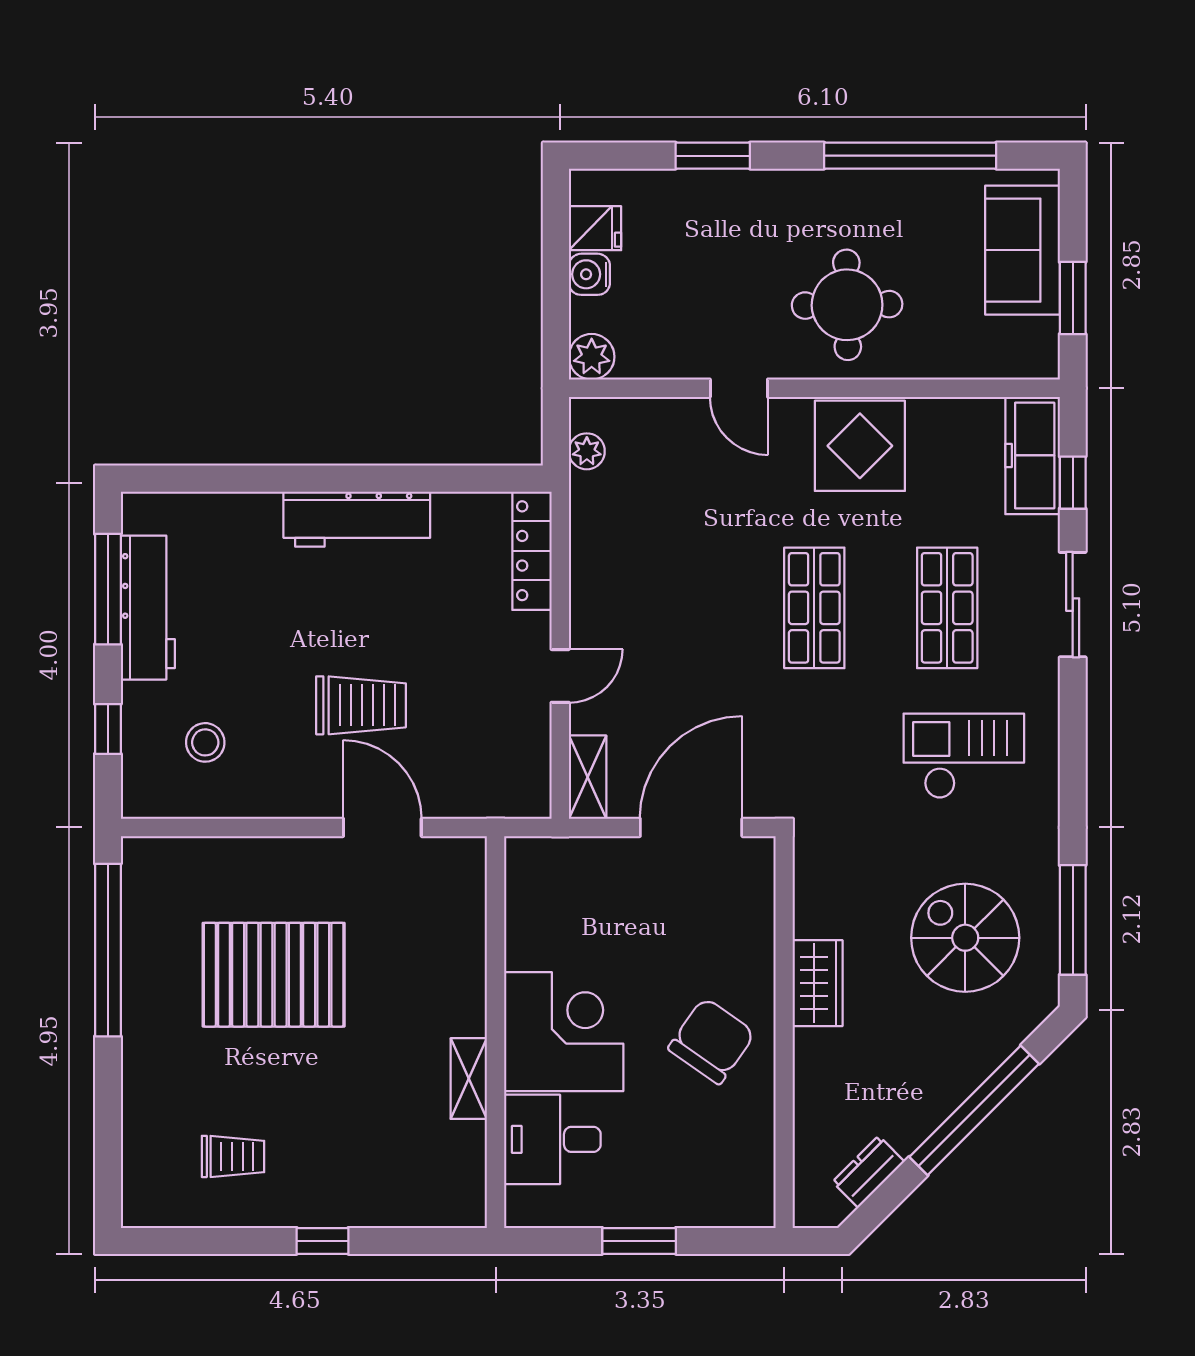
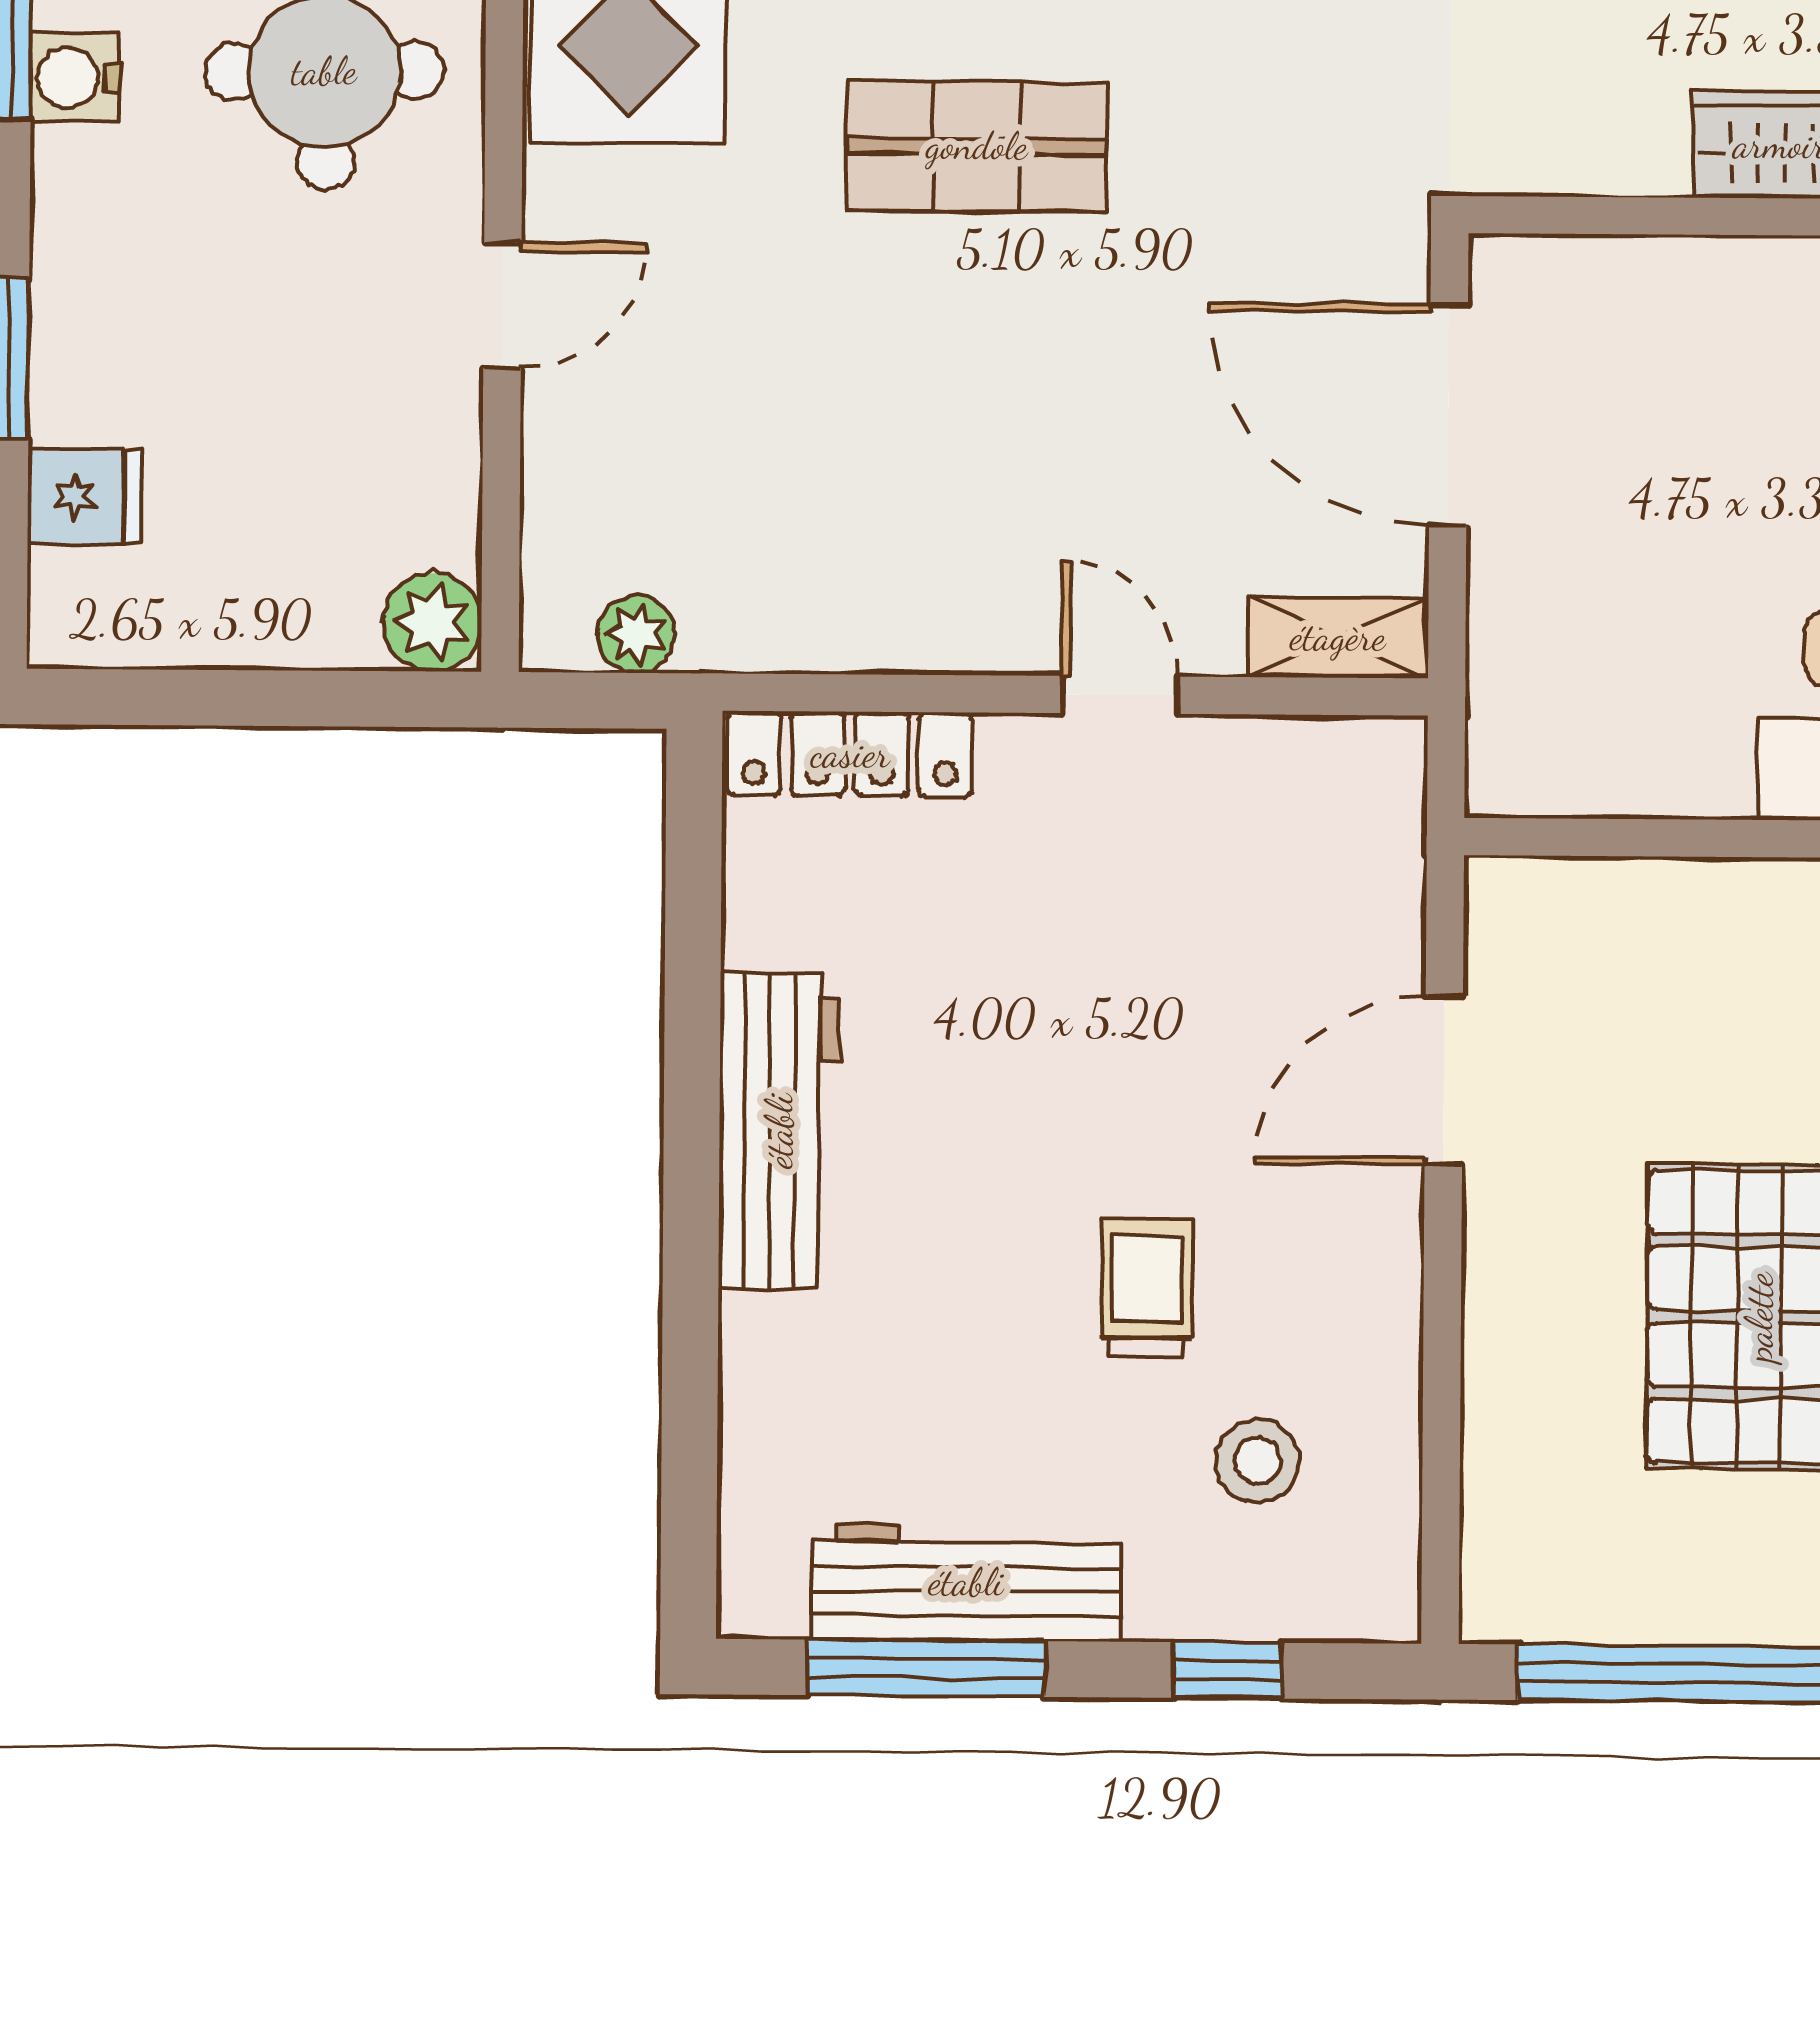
fridge: (595, 228) -> (84, 496), moved, turned 90
water cooler: (589, 274) -> (75, 78), moved, turned 90
trolley: (361, 705) -> (1147, 1288), moved, width x0.73, depth x0.72

